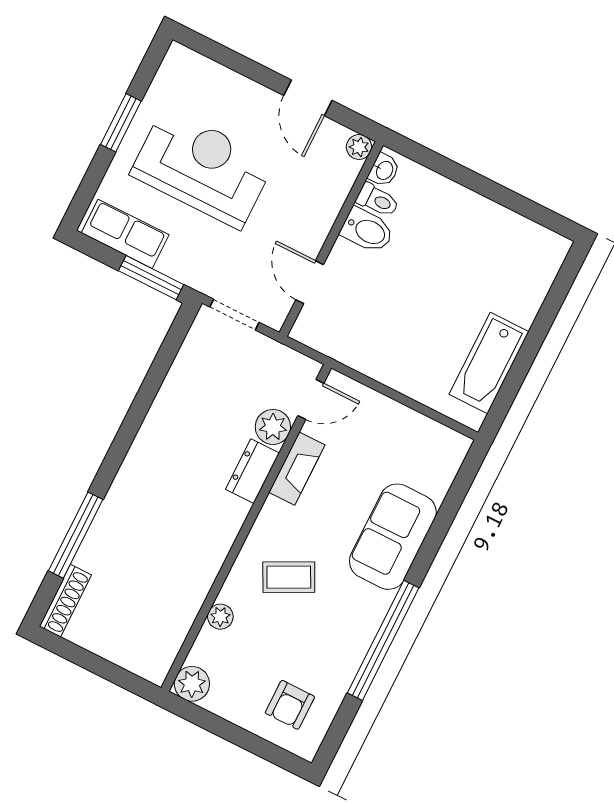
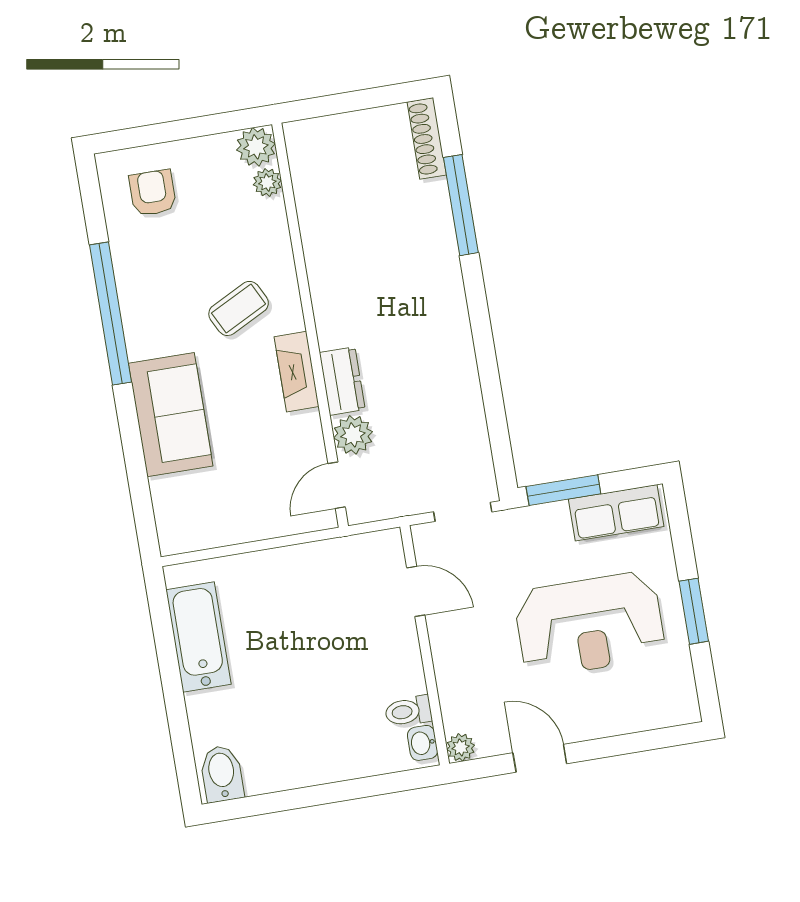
bidet: (367, 230) -> (222, 774), moved, turned 90
fireplace: (297, 469) -> (297, 372), moved
plant: (220, 617) -> (267, 183), moved

